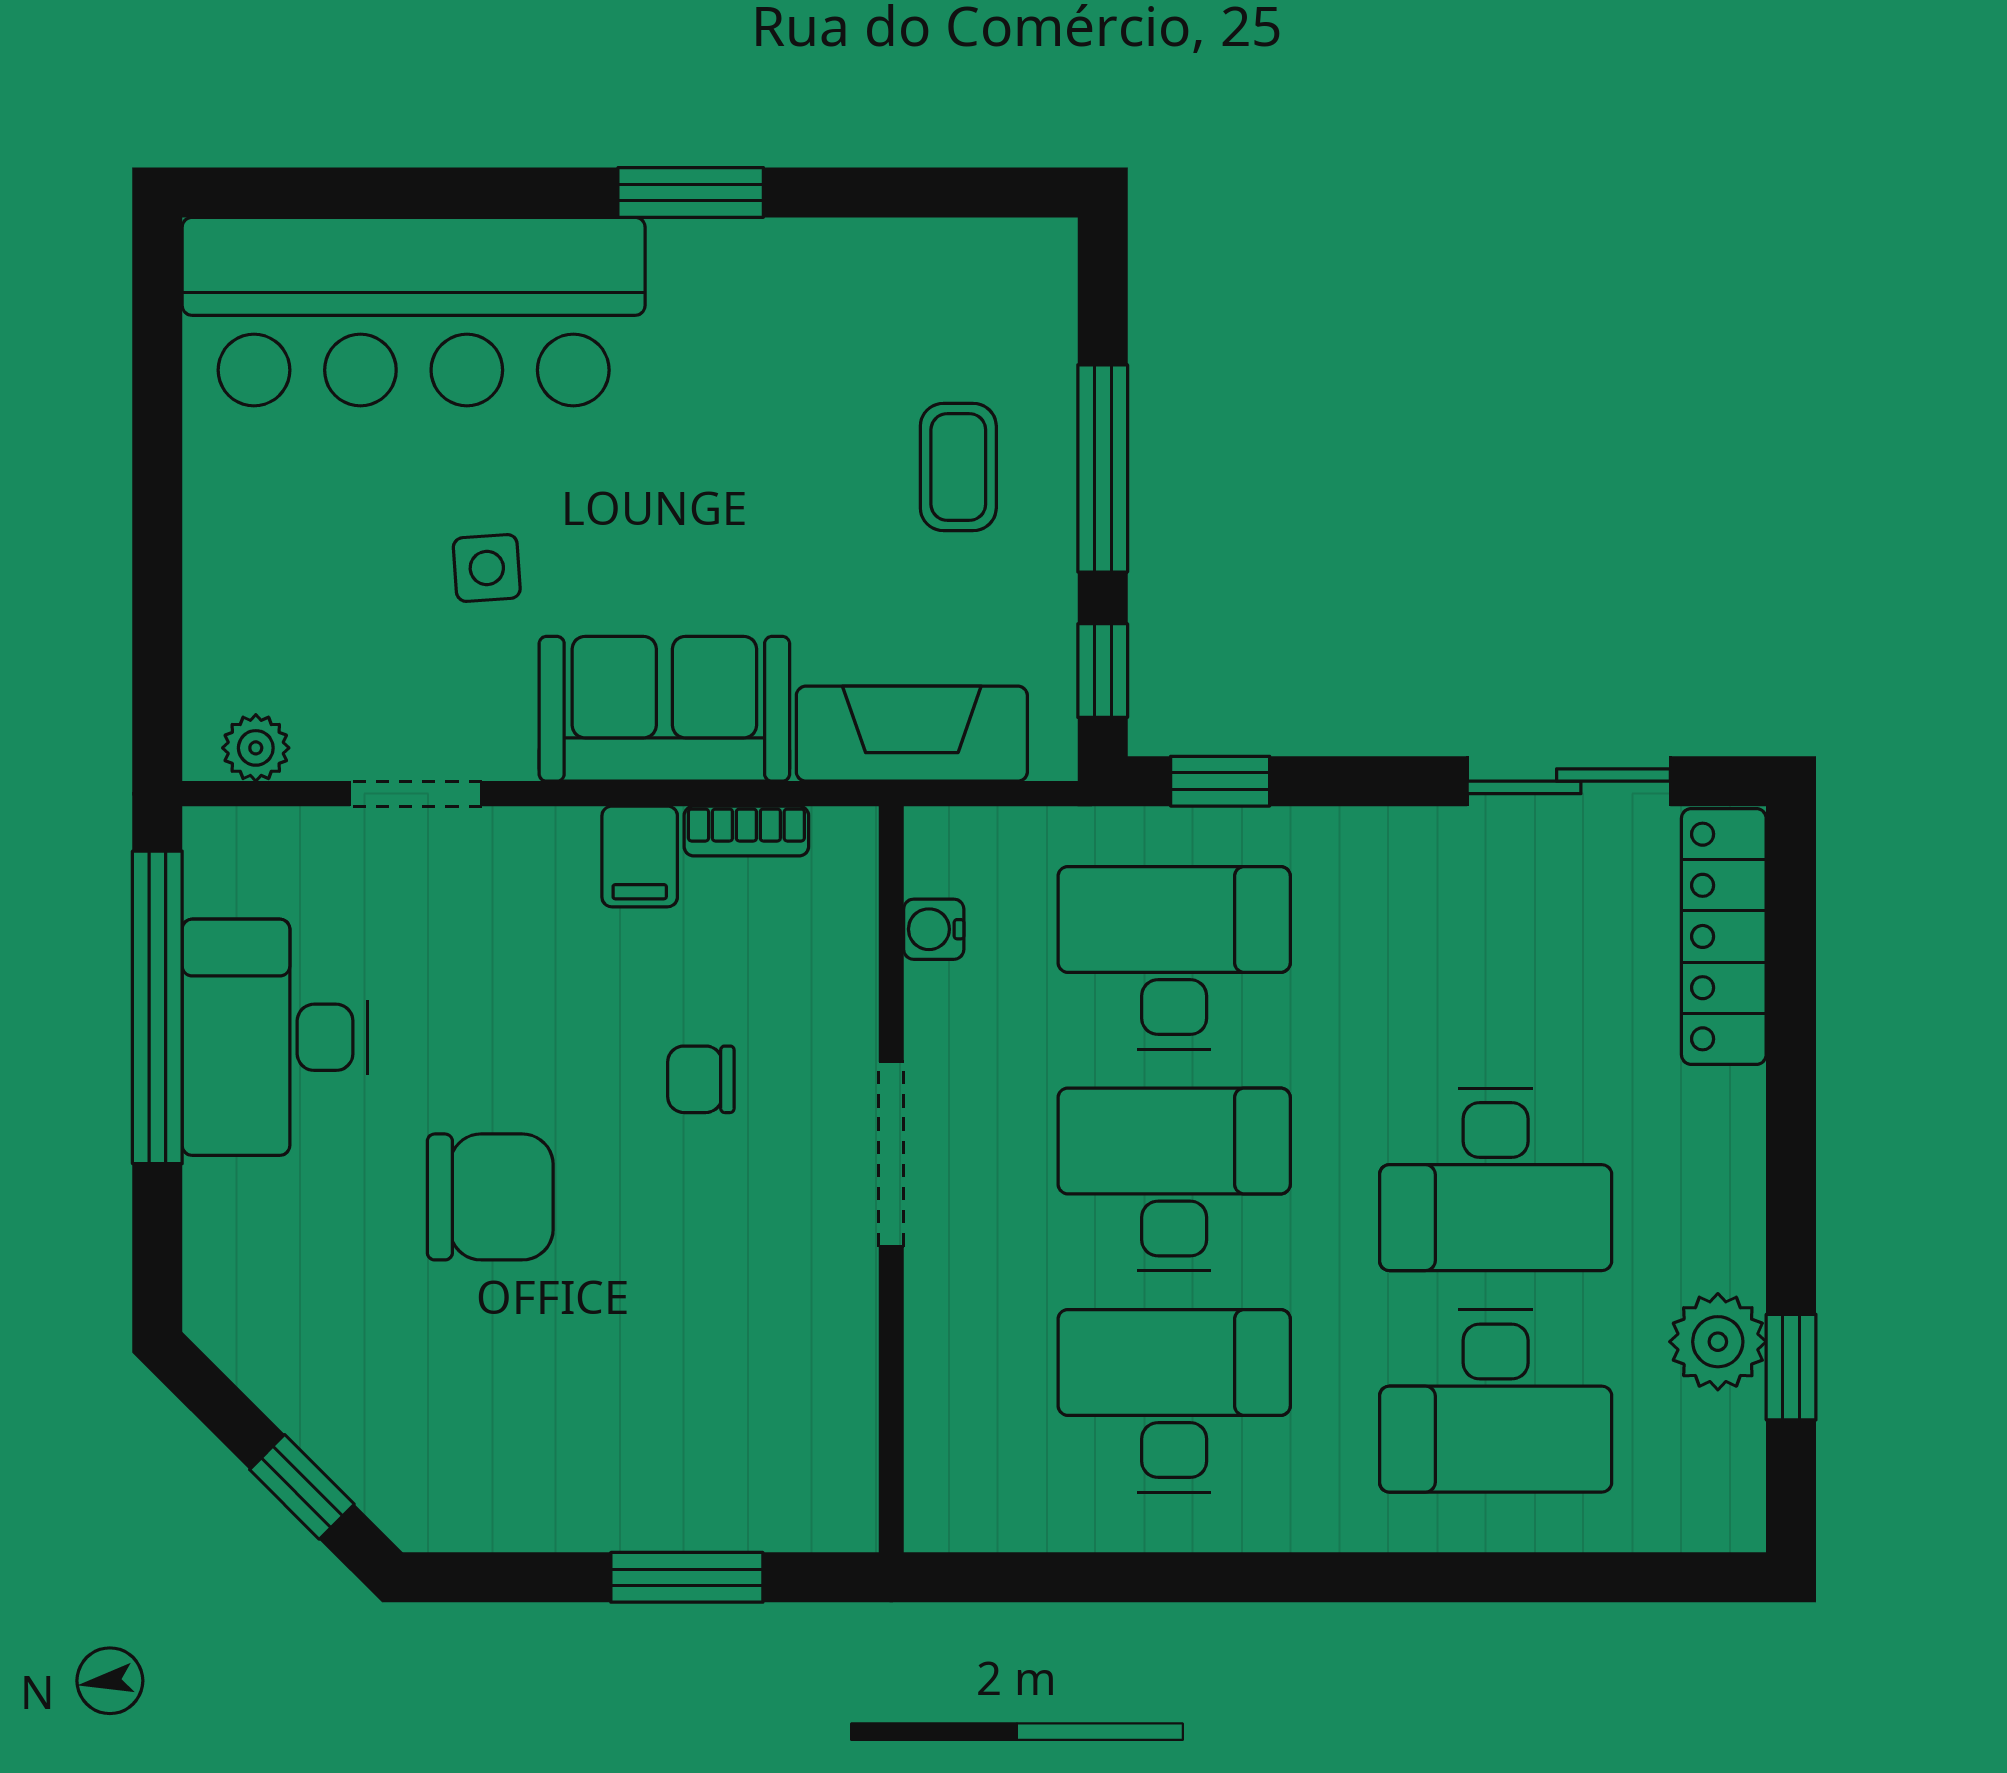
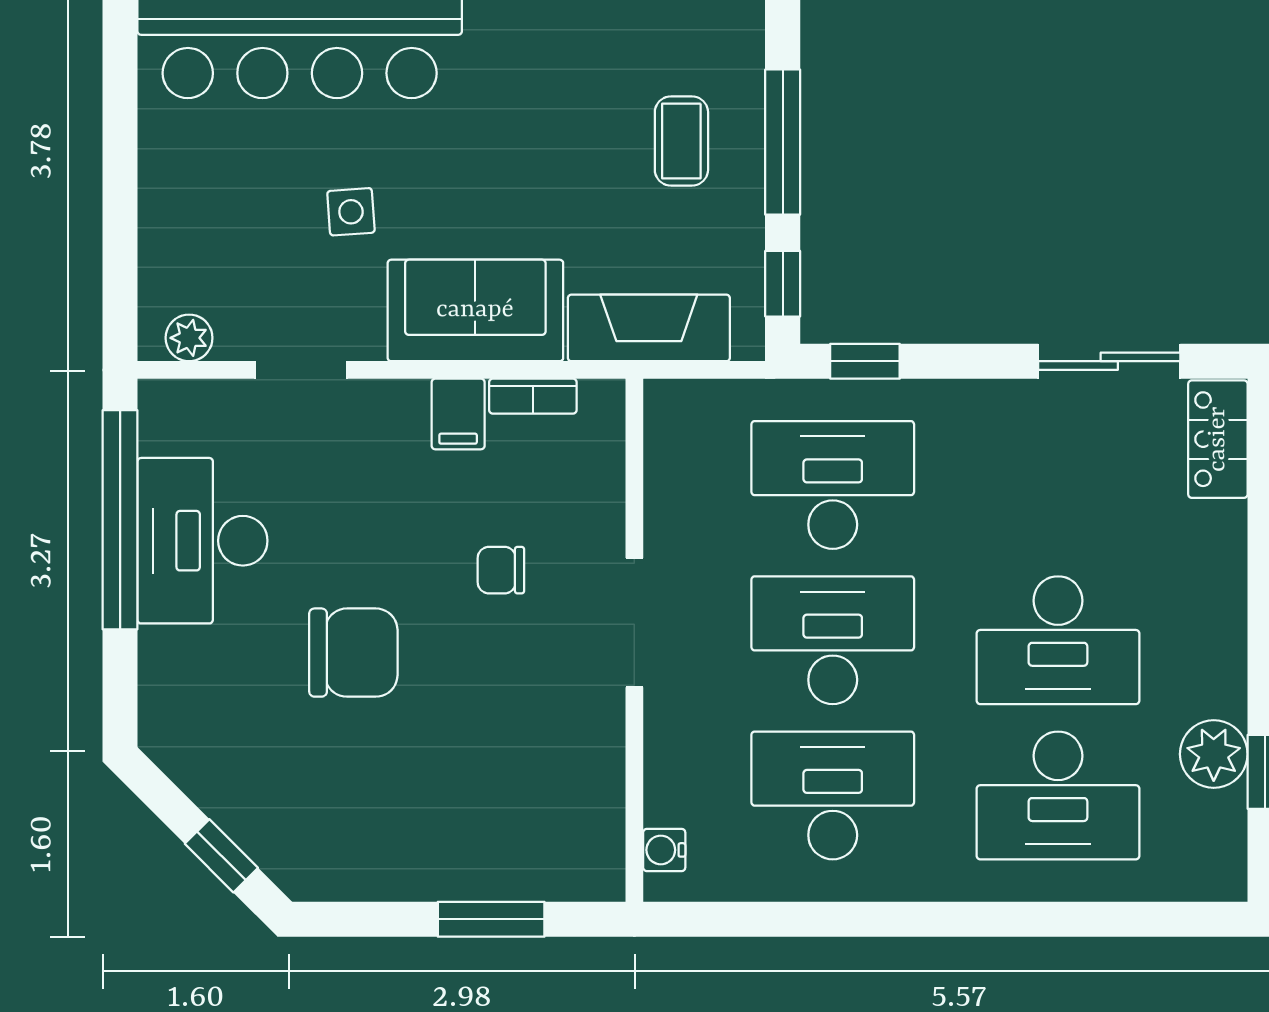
water cooler: (934, 929) -> (664, 850), moved
locker: (1724, 936) -> (1218, 439), width x0.66

